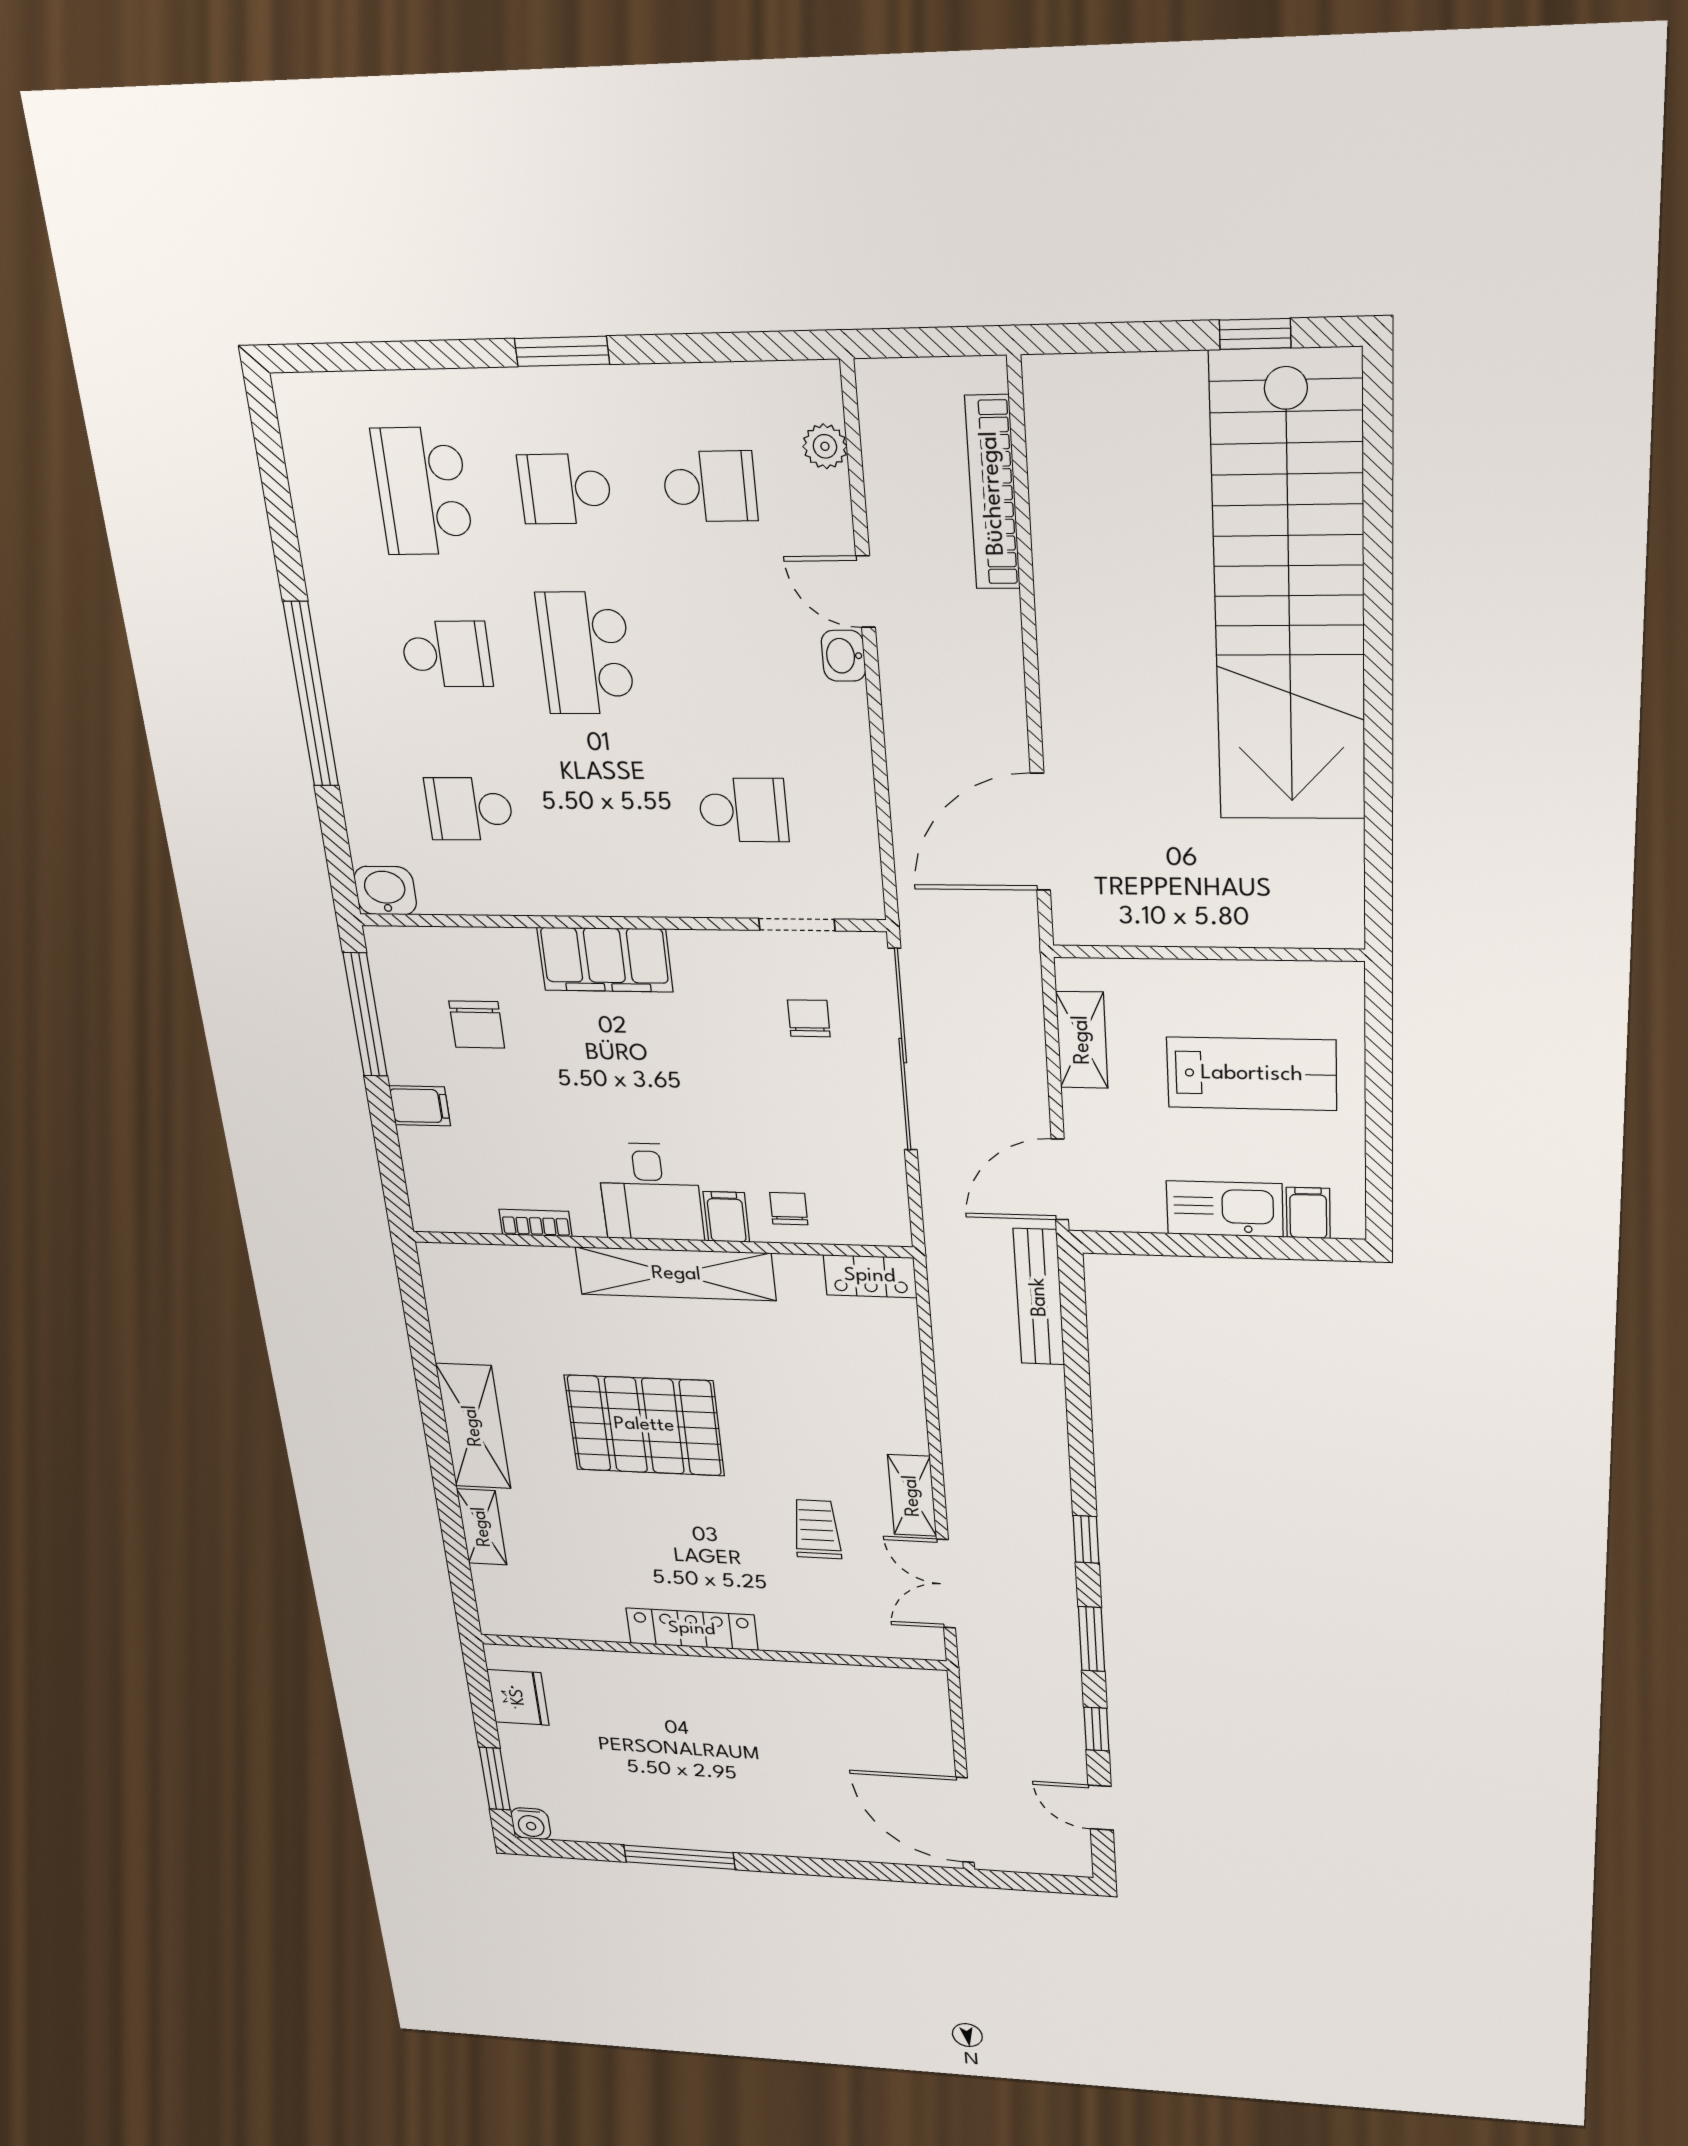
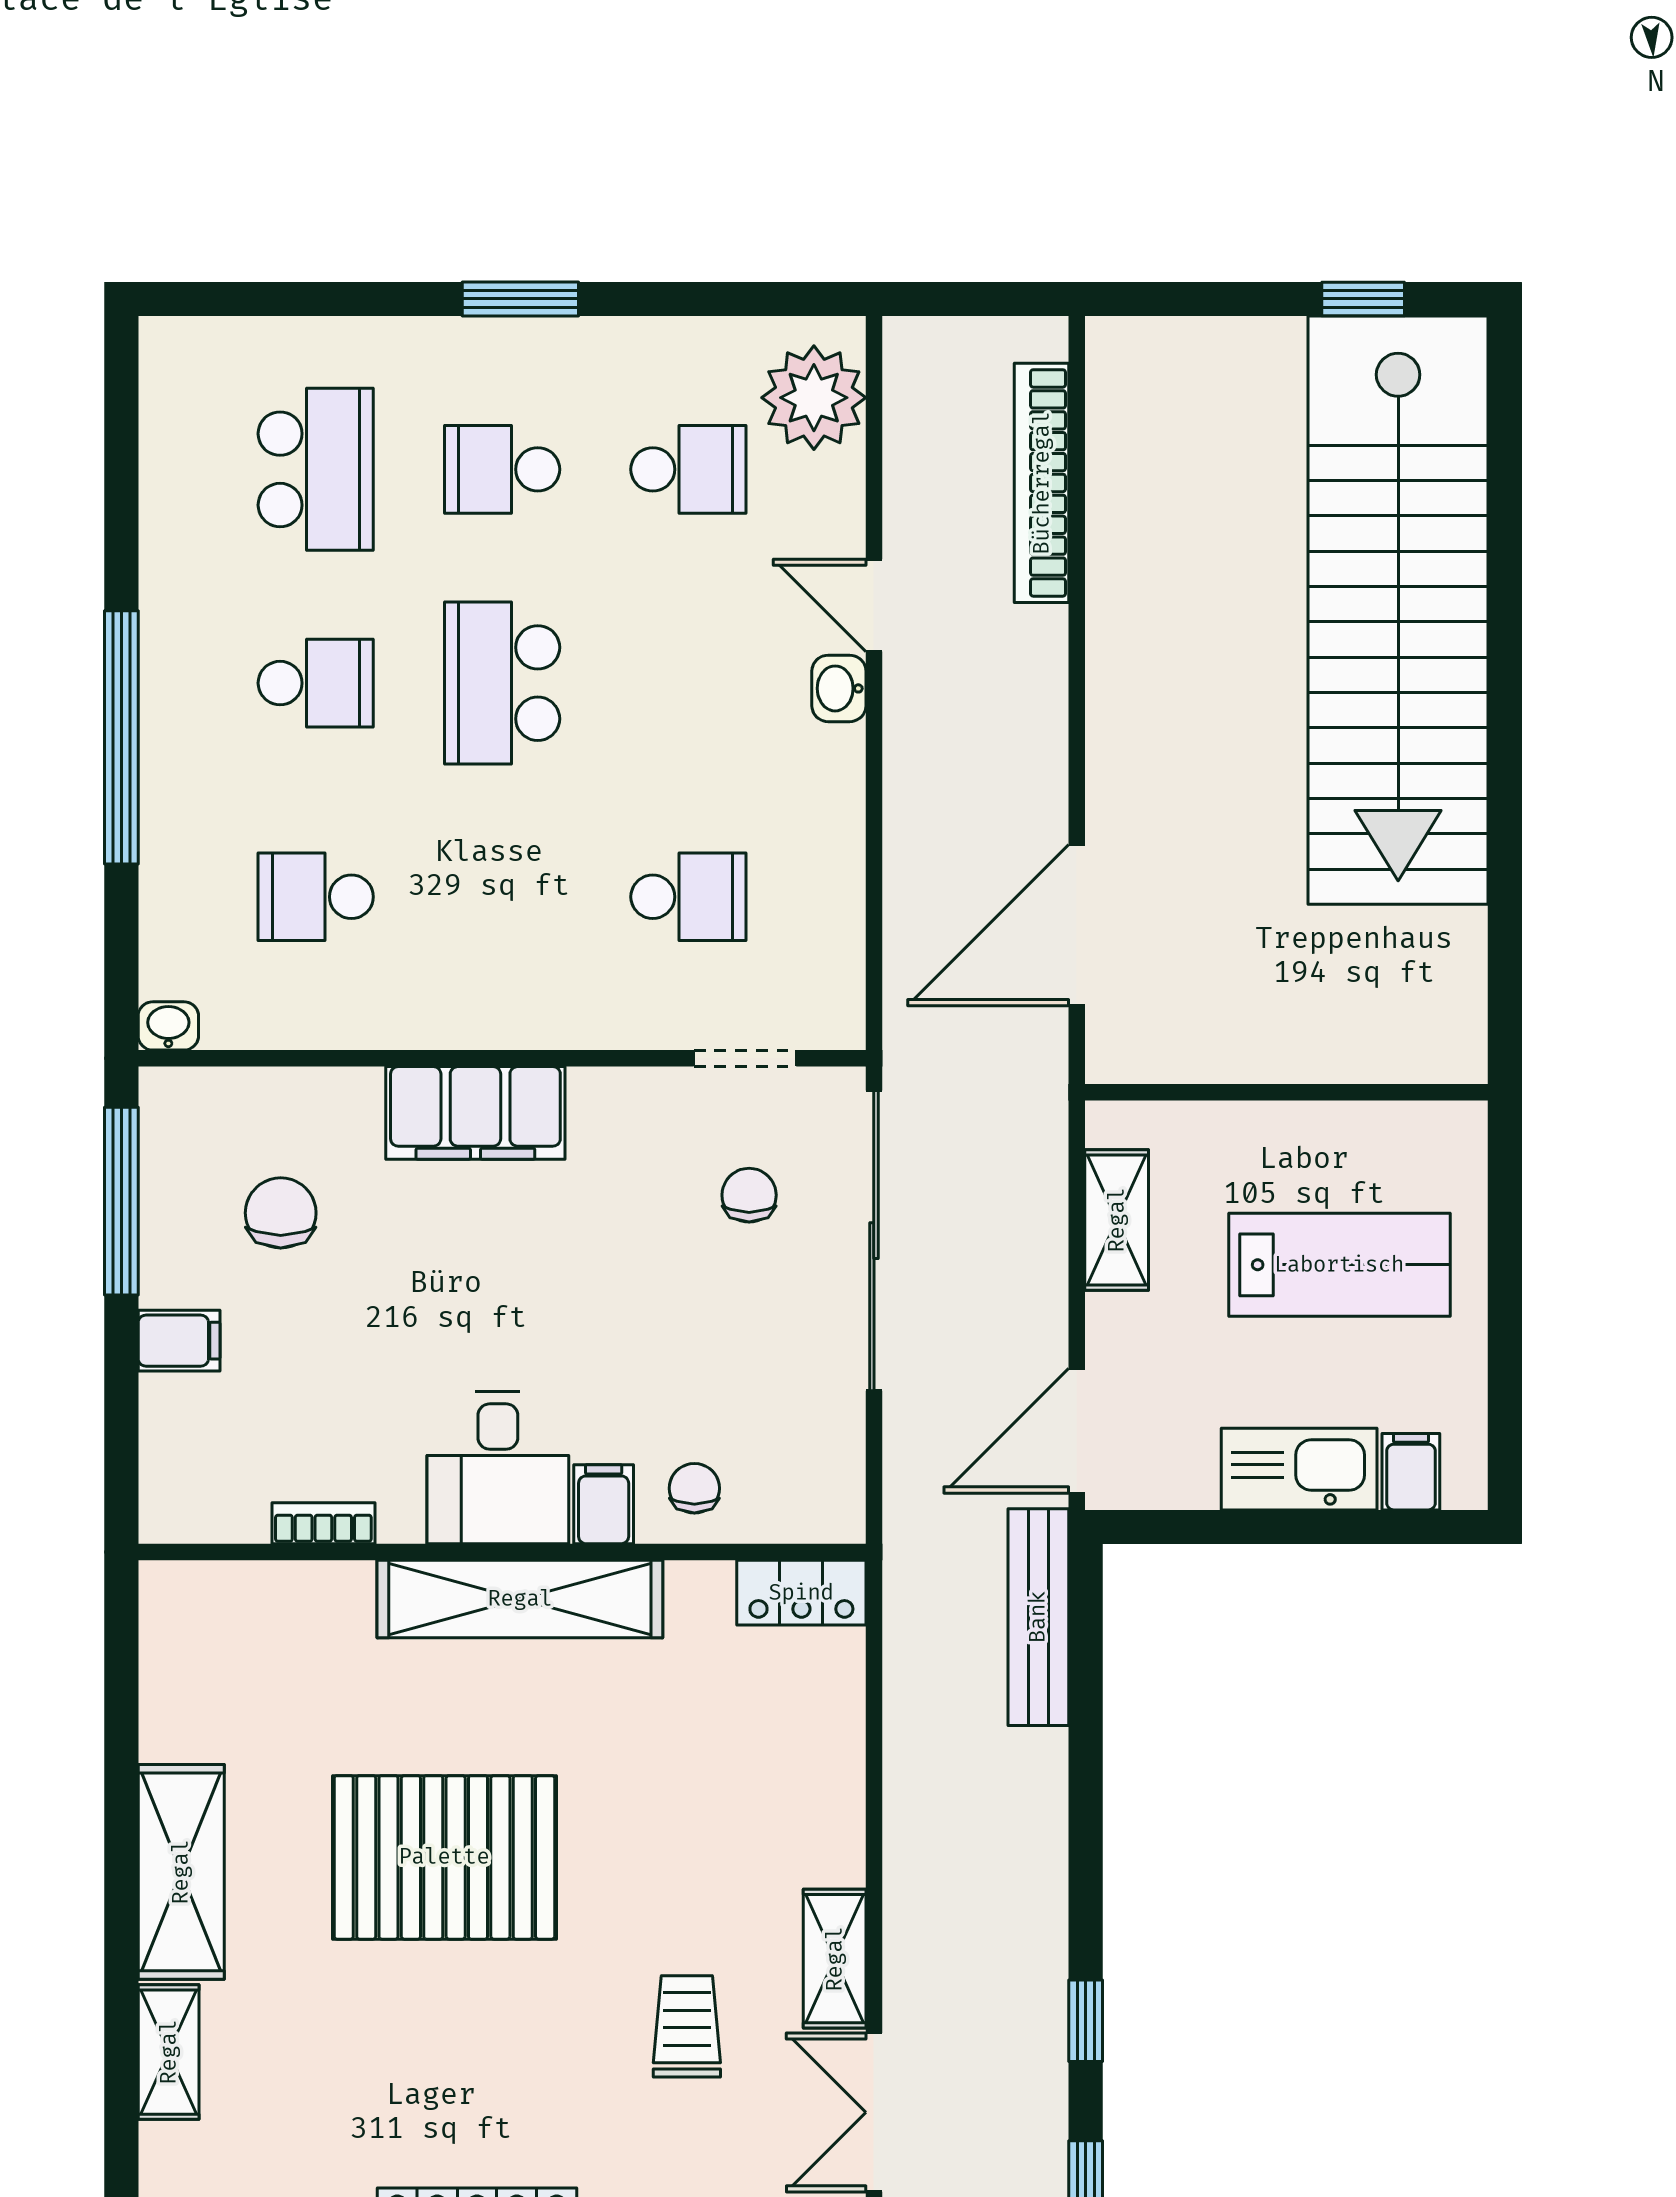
plant: (825, 446) -> (814, 398), width x1.88, depth x1.88
school desk: (423, 491) -> (316, 469), turned 180
washbasin: (385, 891) -> (168, 1026), width x0.72, depth x0.69
chair: (477, 1024) -> (281, 1213), turned 180

